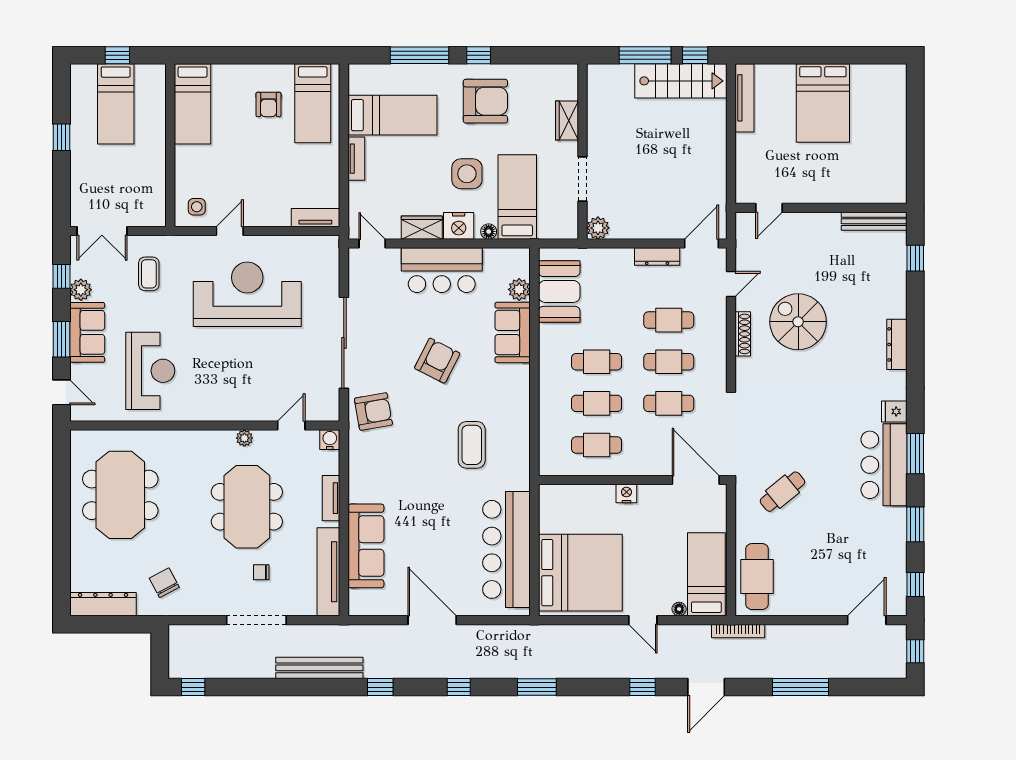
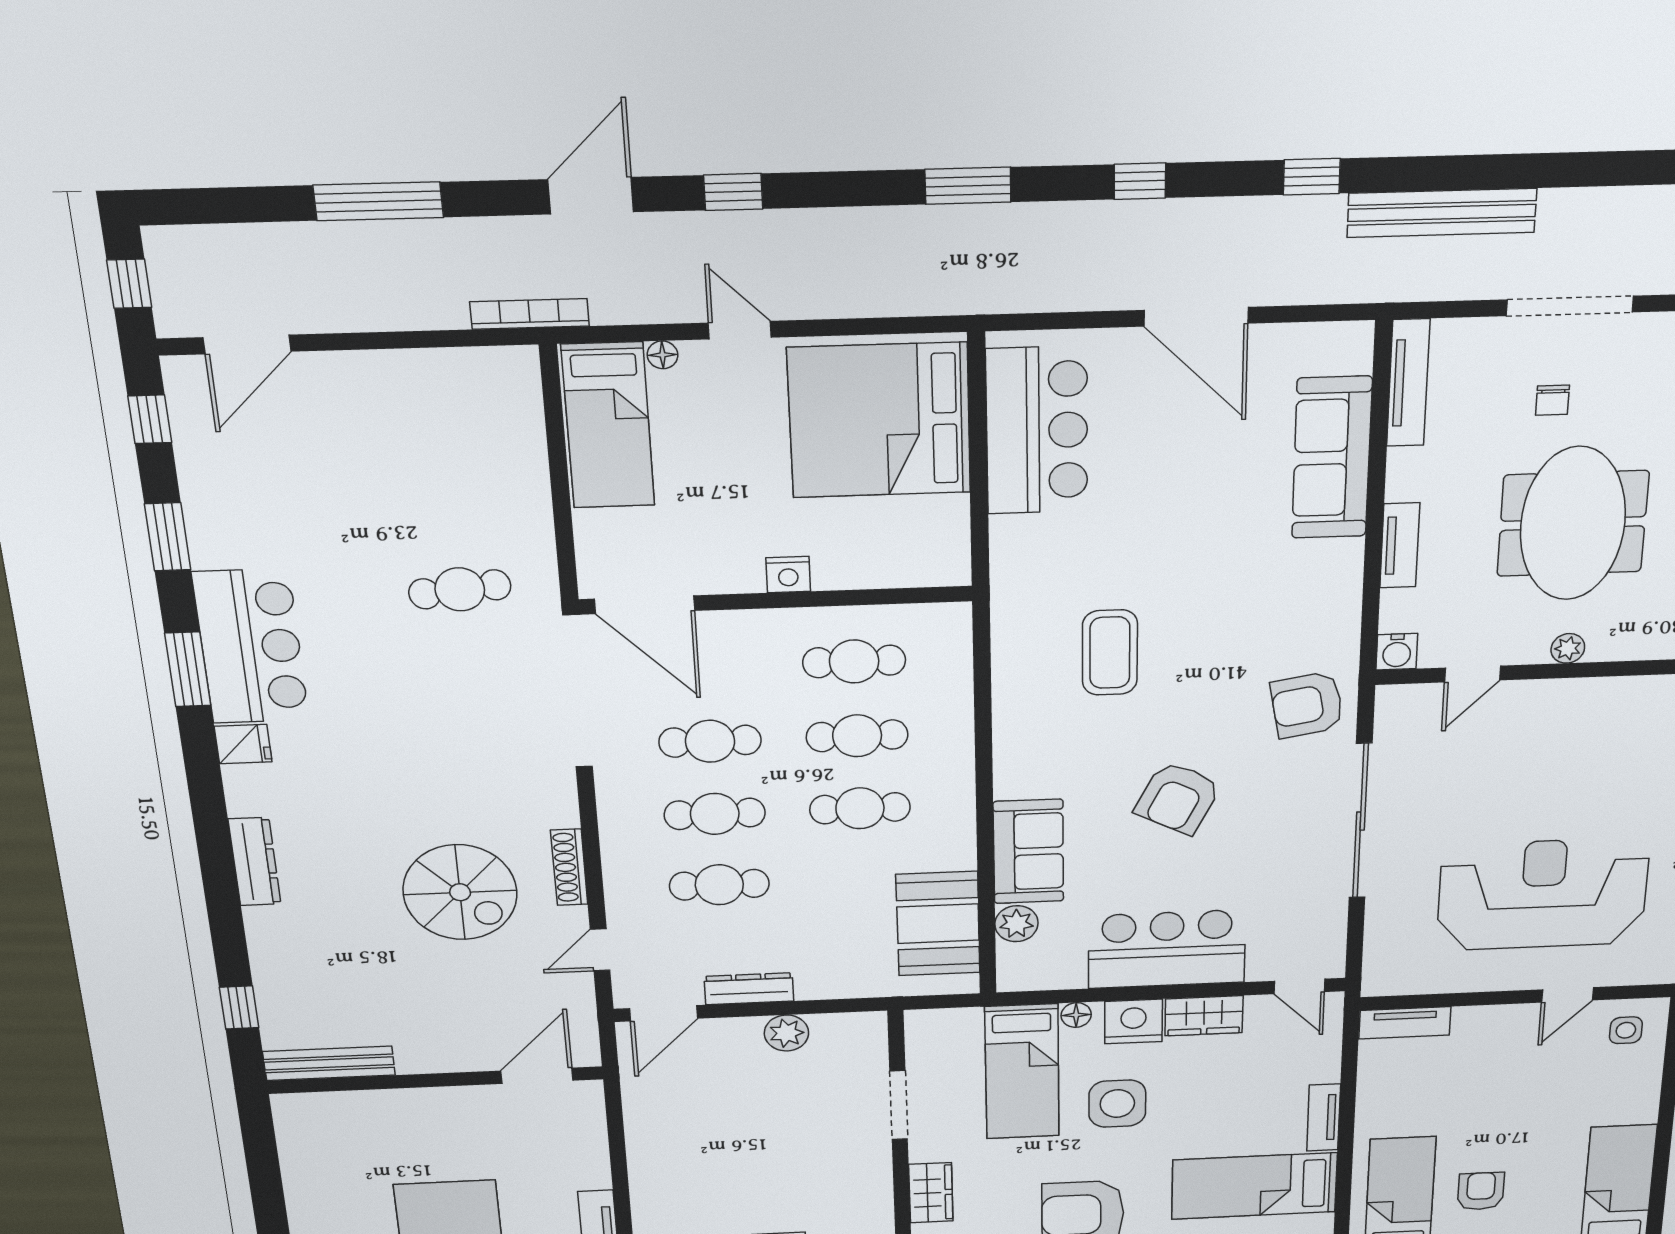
door: (769, 208) -> (537, 1076), width x1.38
plant: (598, 228) -> (786, 1033), moved
reception desk: (247, 294) -> (1543, 894), turned 180
cafe table: (782, 492) -> (460, 589), turned 33
bar counter: (506, 549) -> (1037, 431), width x0.73
chair: (261, 572) -> (1553, 400), turned 90
tv unit: (328, 572) -> (1408, 383), width x0.73, depth x0.78
cafe table: (757, 577) -> (498, 425), removed

